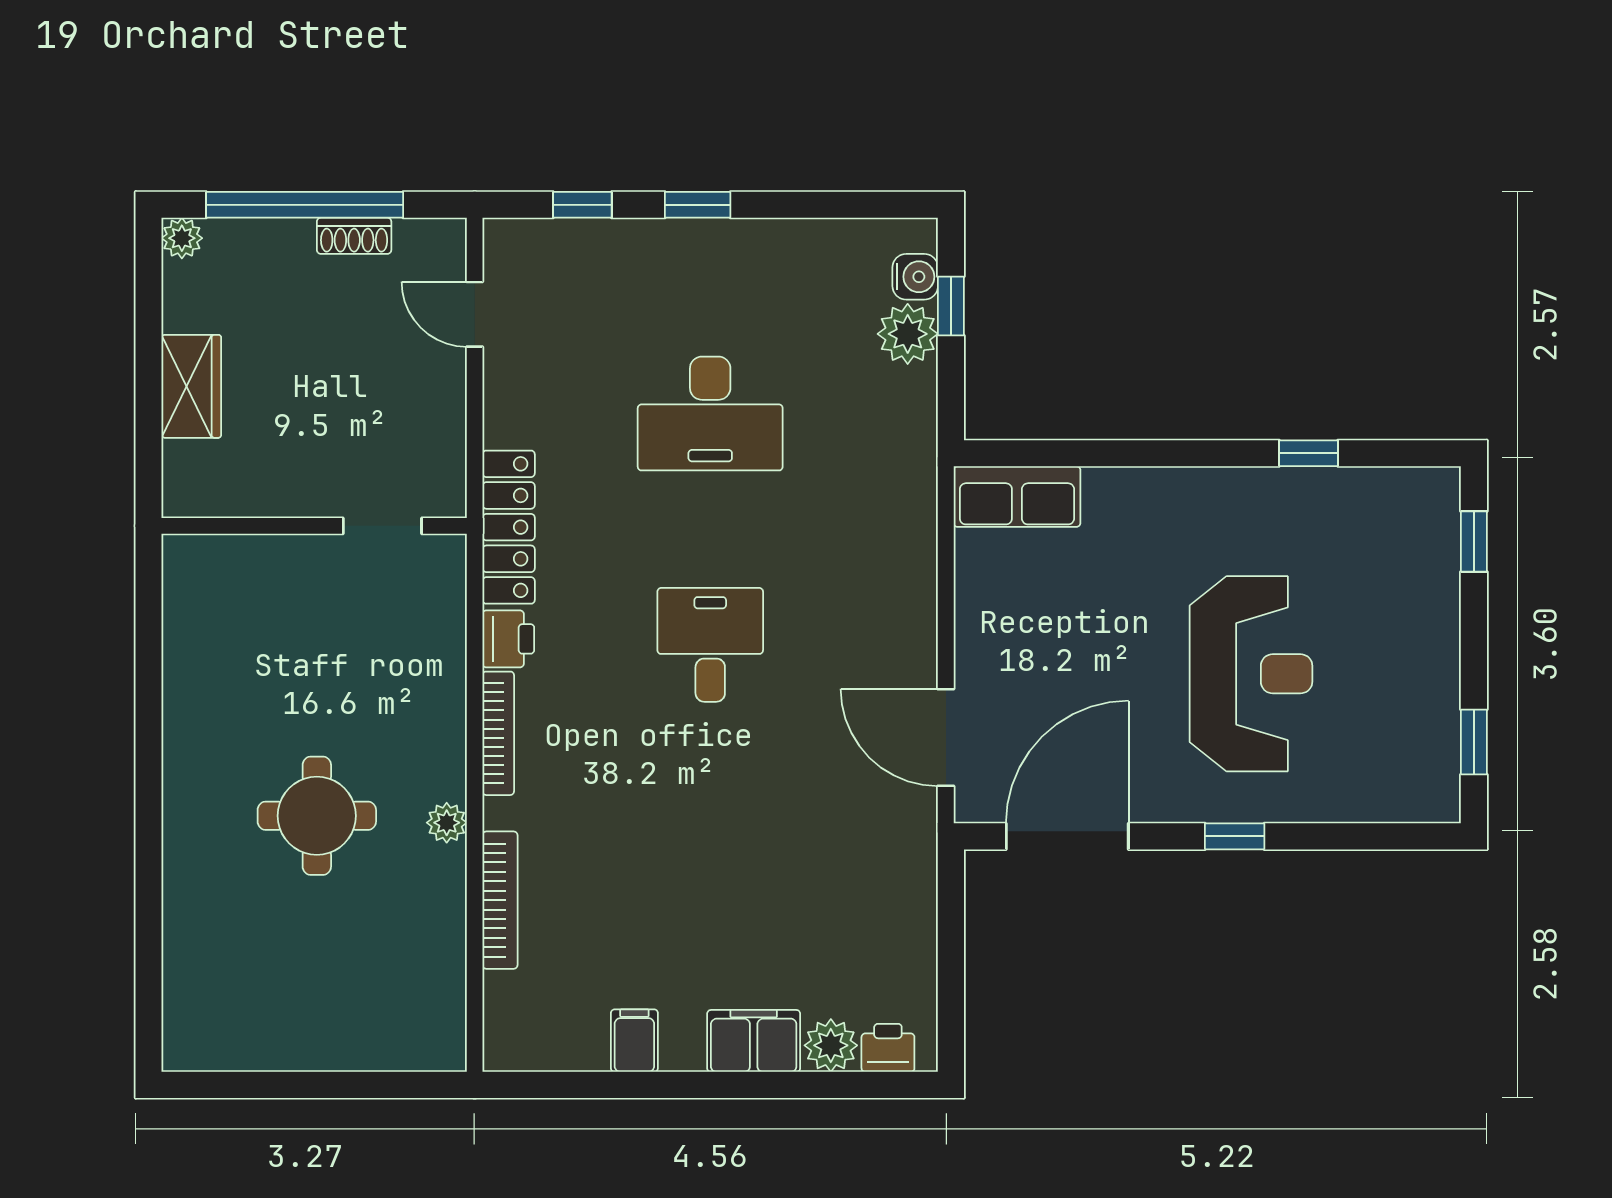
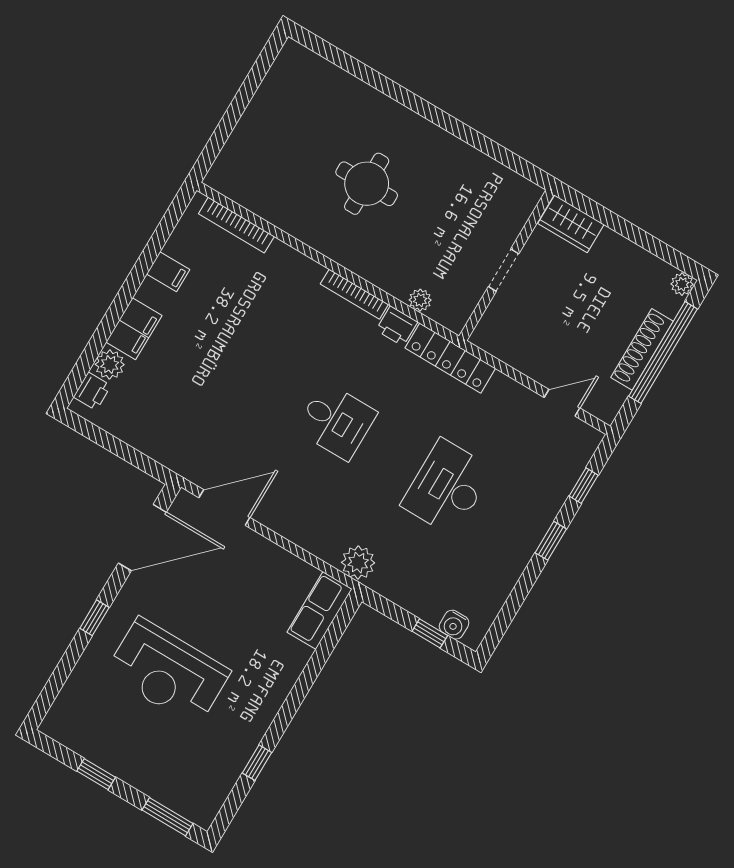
shoe rack: (354, 236) -> (642, 349), width x1.94, depth x1.24
plant: (908, 334) -> (358, 563), moved
wardrobe: (191, 386) -> (571, 224), moved
doorway: (382, 526) -> (504, 270), moved
window: (1474, 541) -> (167, 817), width x1.50
window: (1474, 742) -> (96, 774), moved
plant: (447, 823) -> (420, 300), moved
door: (1067, 836) -> (142, 538), hinge flipped
bookcase: (500, 900) -> (236, 225), moved

